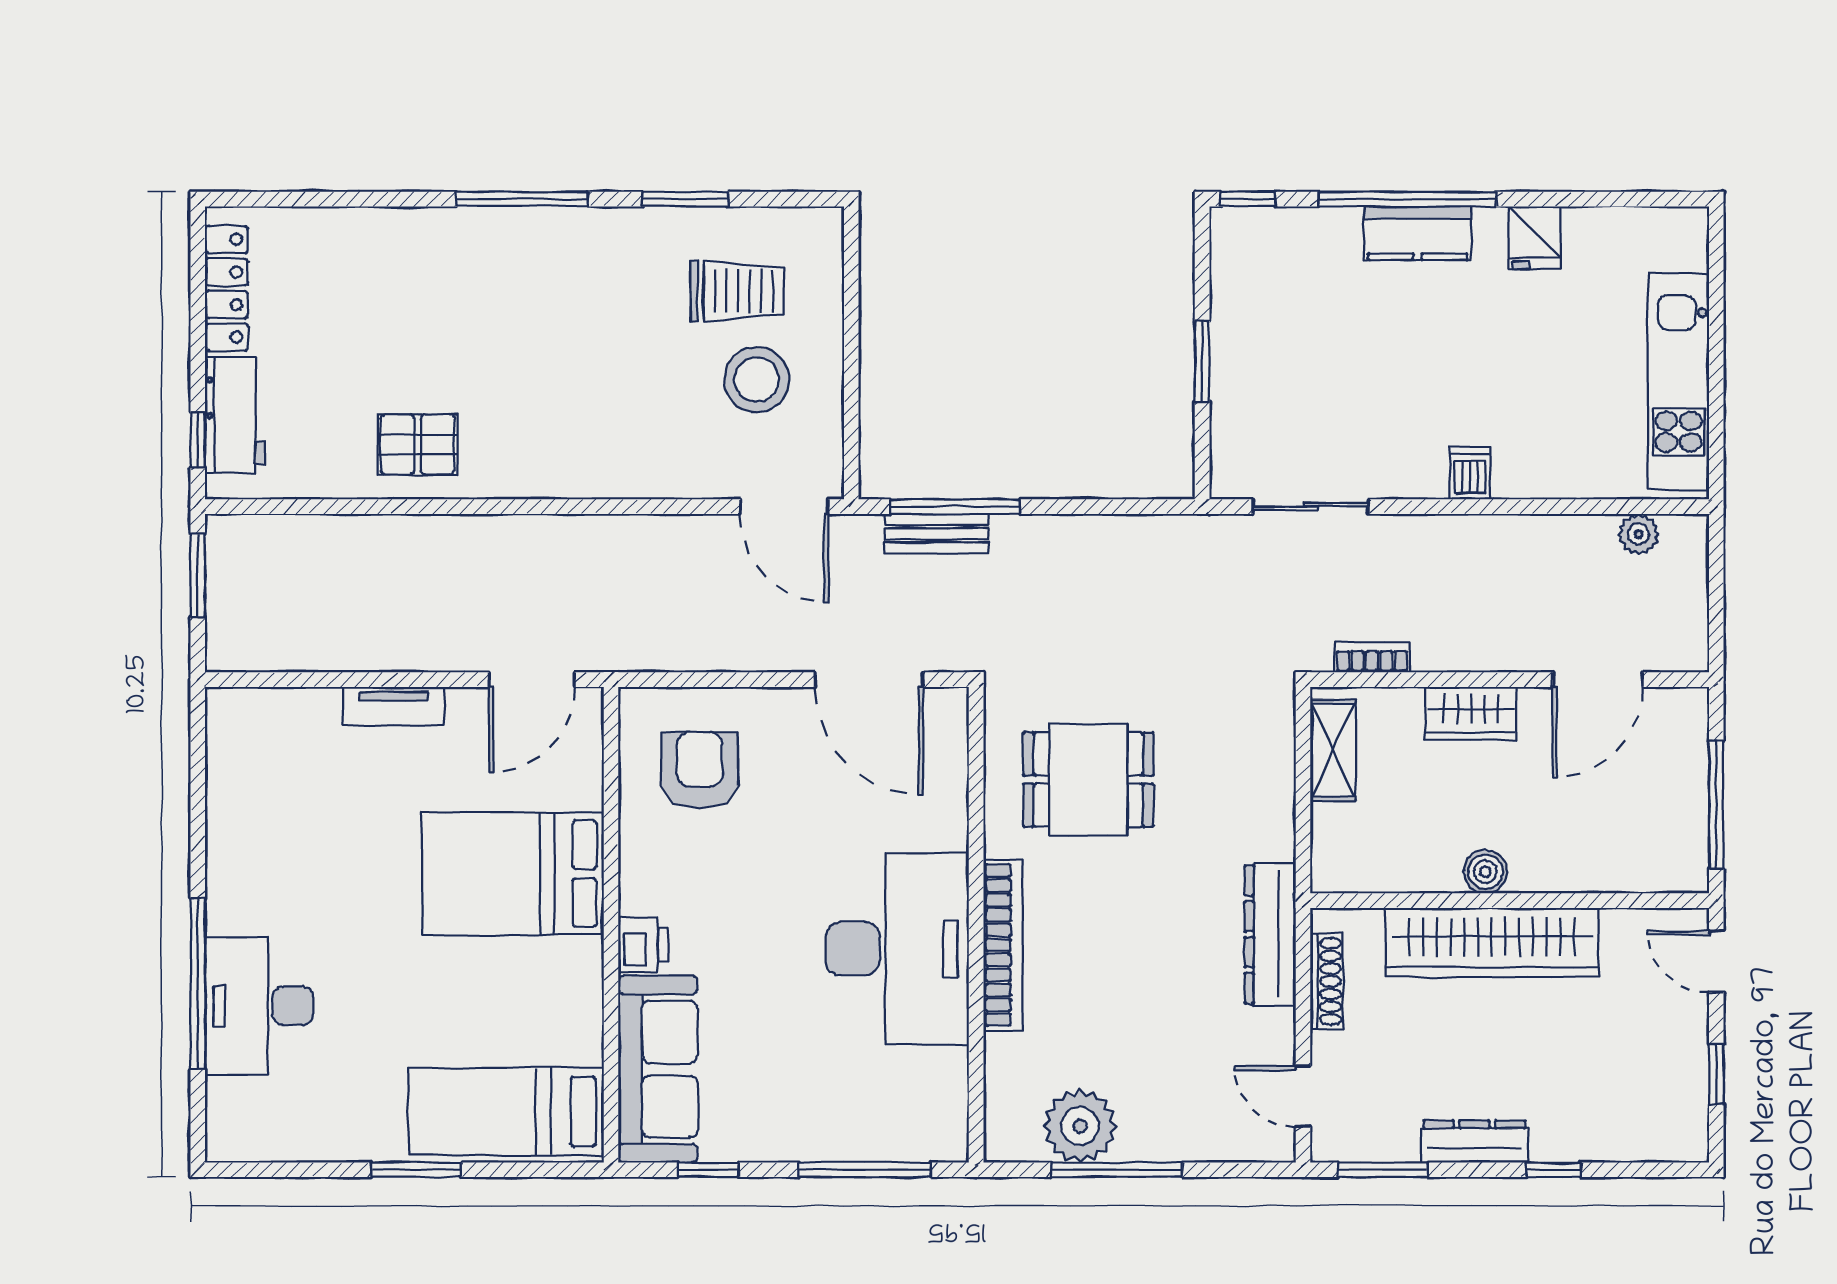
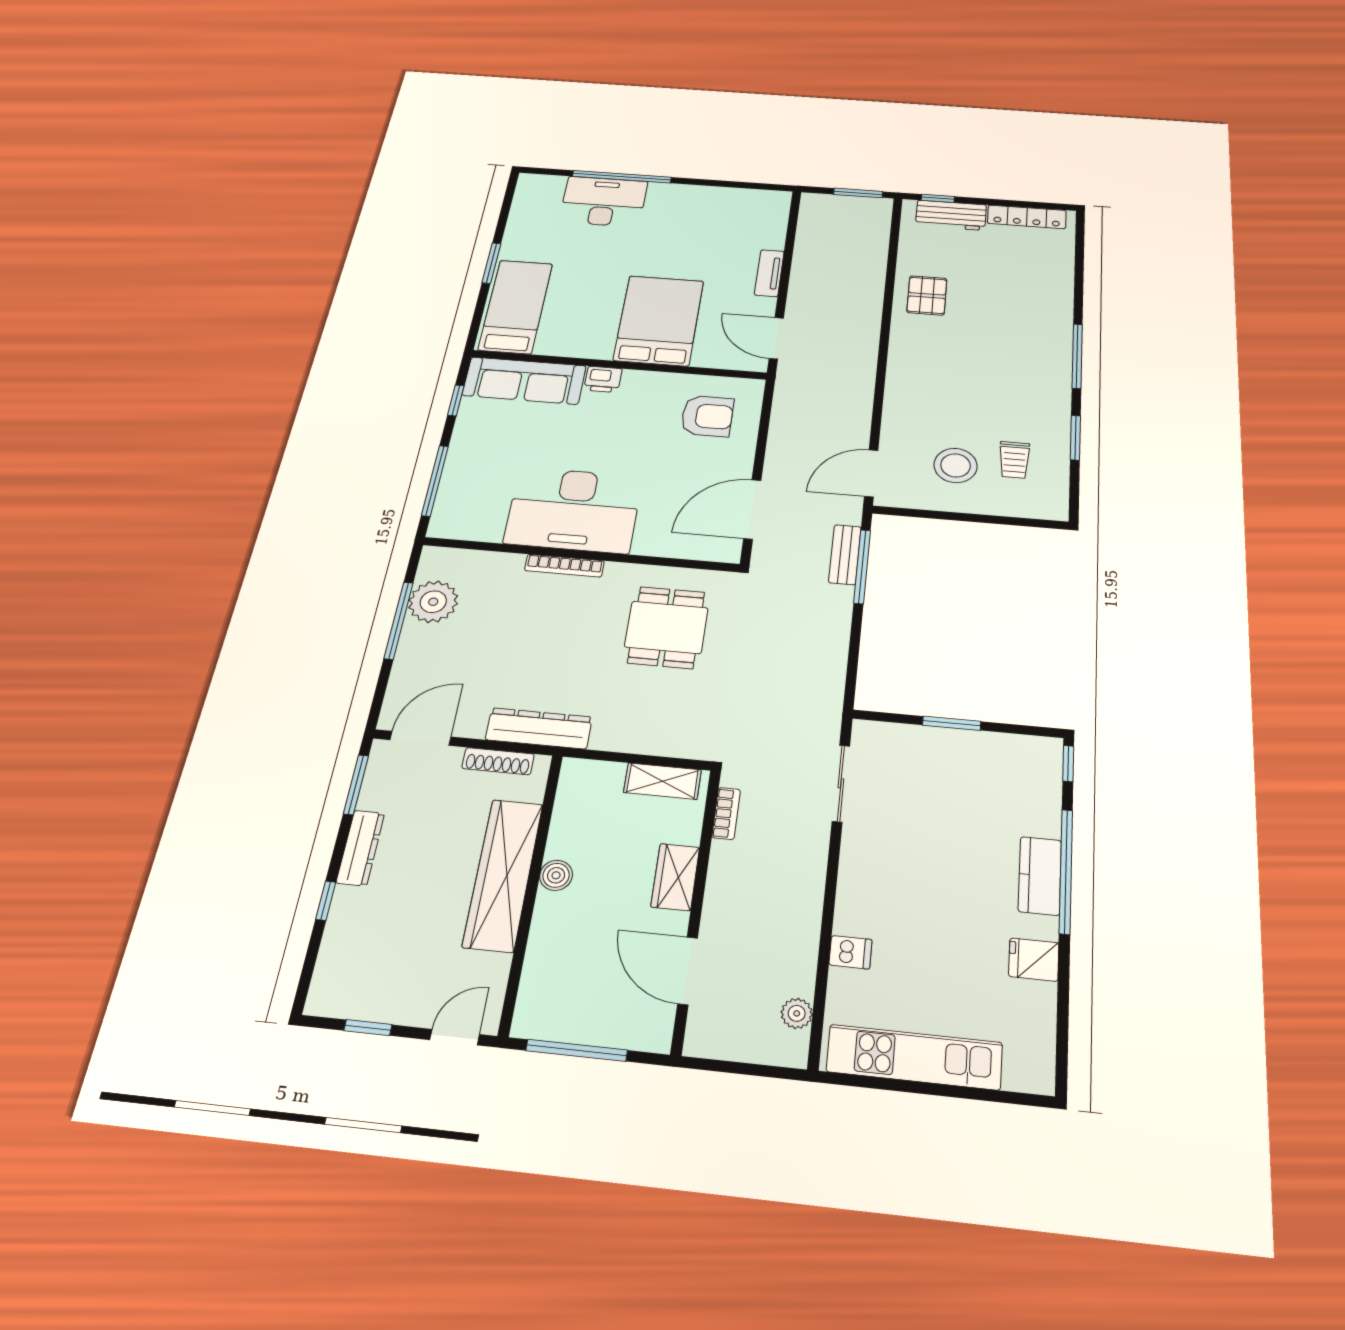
trolley: (737, 291) -> (1014, 460), width x0.73, depth x0.72
dishwasher: (1470, 473) -> (850, 952), moved
bookcase: (1003, 945) -> (564, 566), width x0.68, depth x0.76
door: (1303, 1096) -> (420, 738), width x1.38

